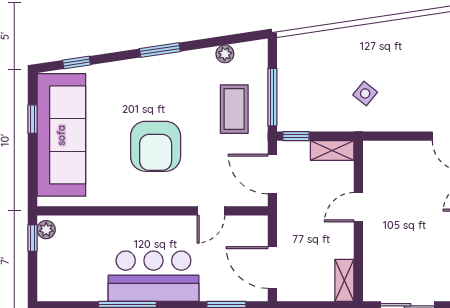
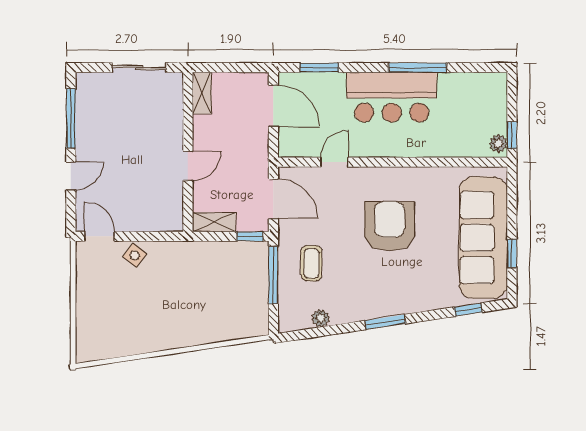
side table: (365, 93) -> (135, 255), moved
coffee table: (234, 109) -> (311, 263), width x0.73, depth x0.77

